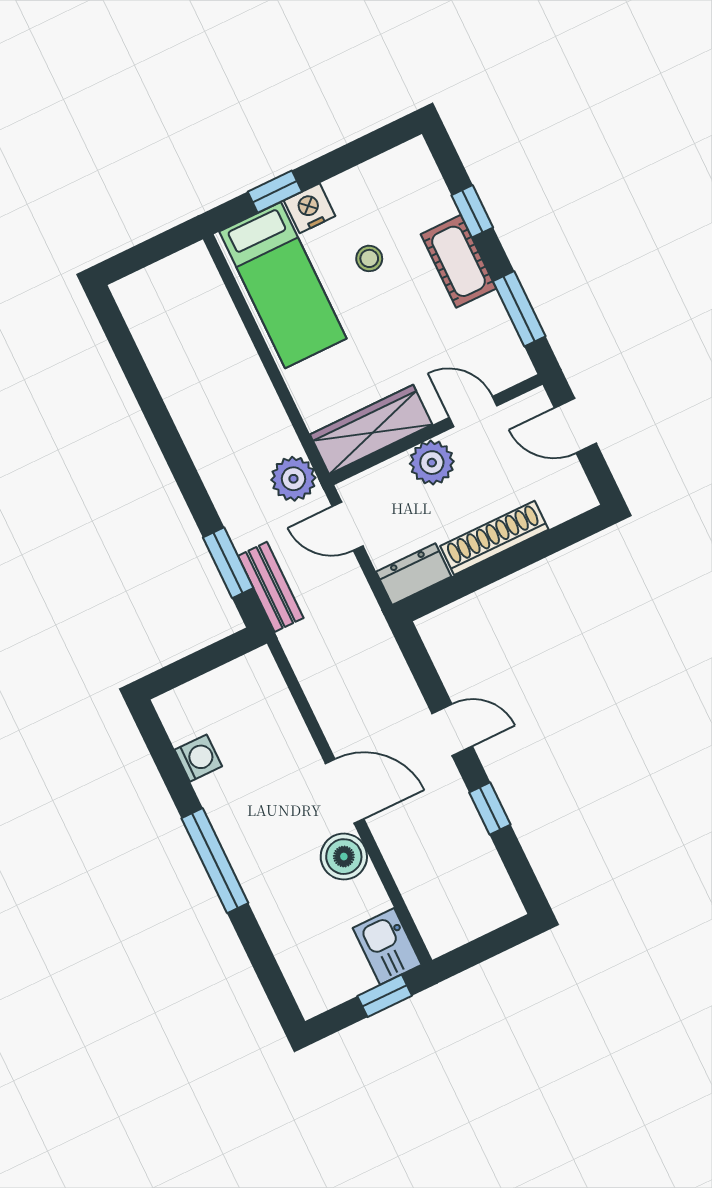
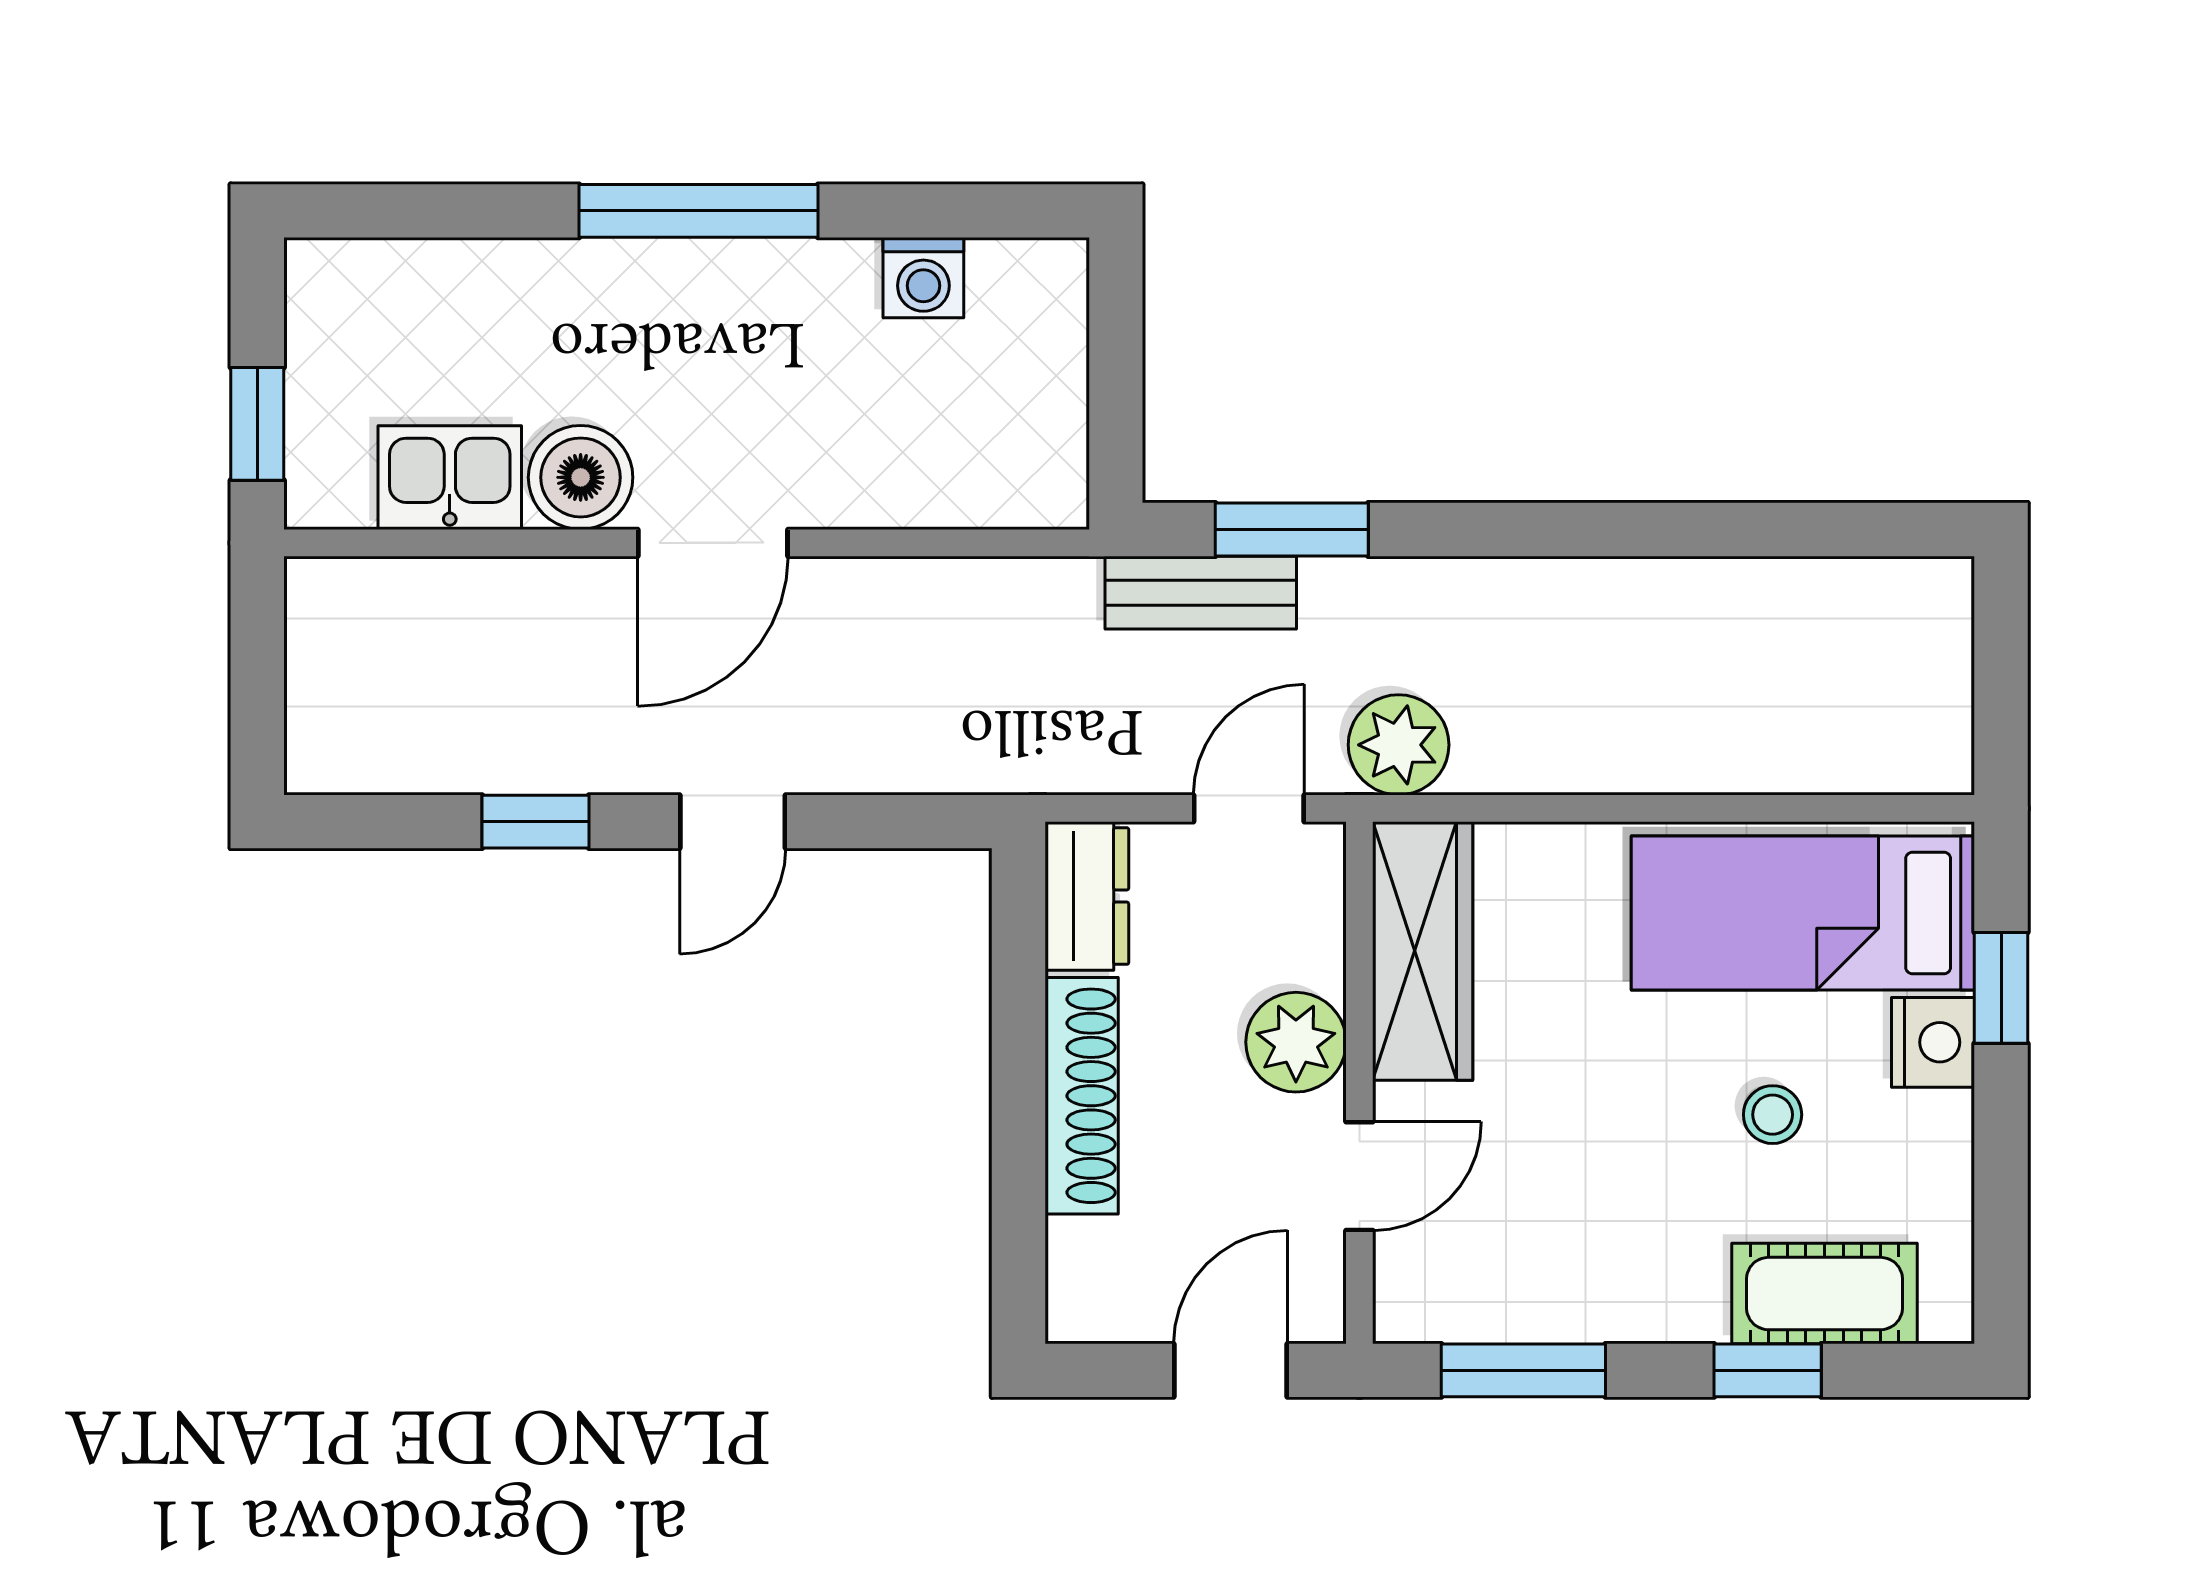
cot: (458, 261) -> (1824, 1294), moved
kitchen sink: (387, 946) -> (450, 478), moved

